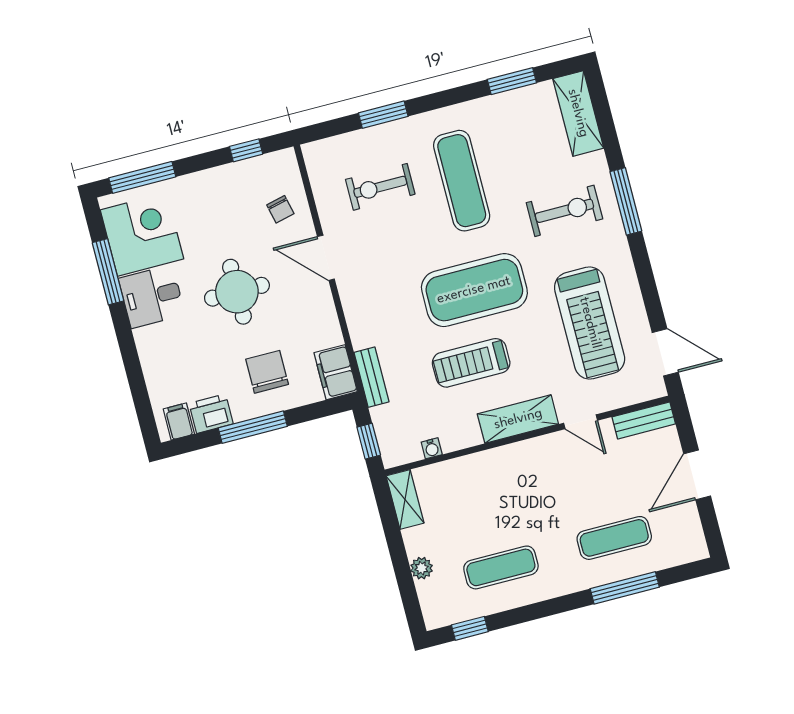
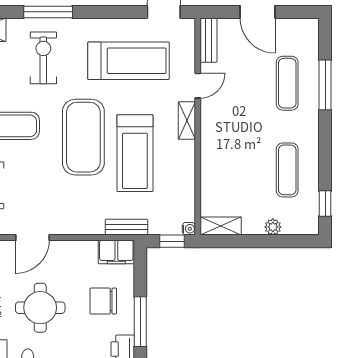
treadmill: (471, 363) -> (135, 153), width x1.37, depth x1.38
shelving: (518, 419) -> (187, 121), width x0.67, depth x0.75
water cooler: (432, 448) -> (189, 229), moved

